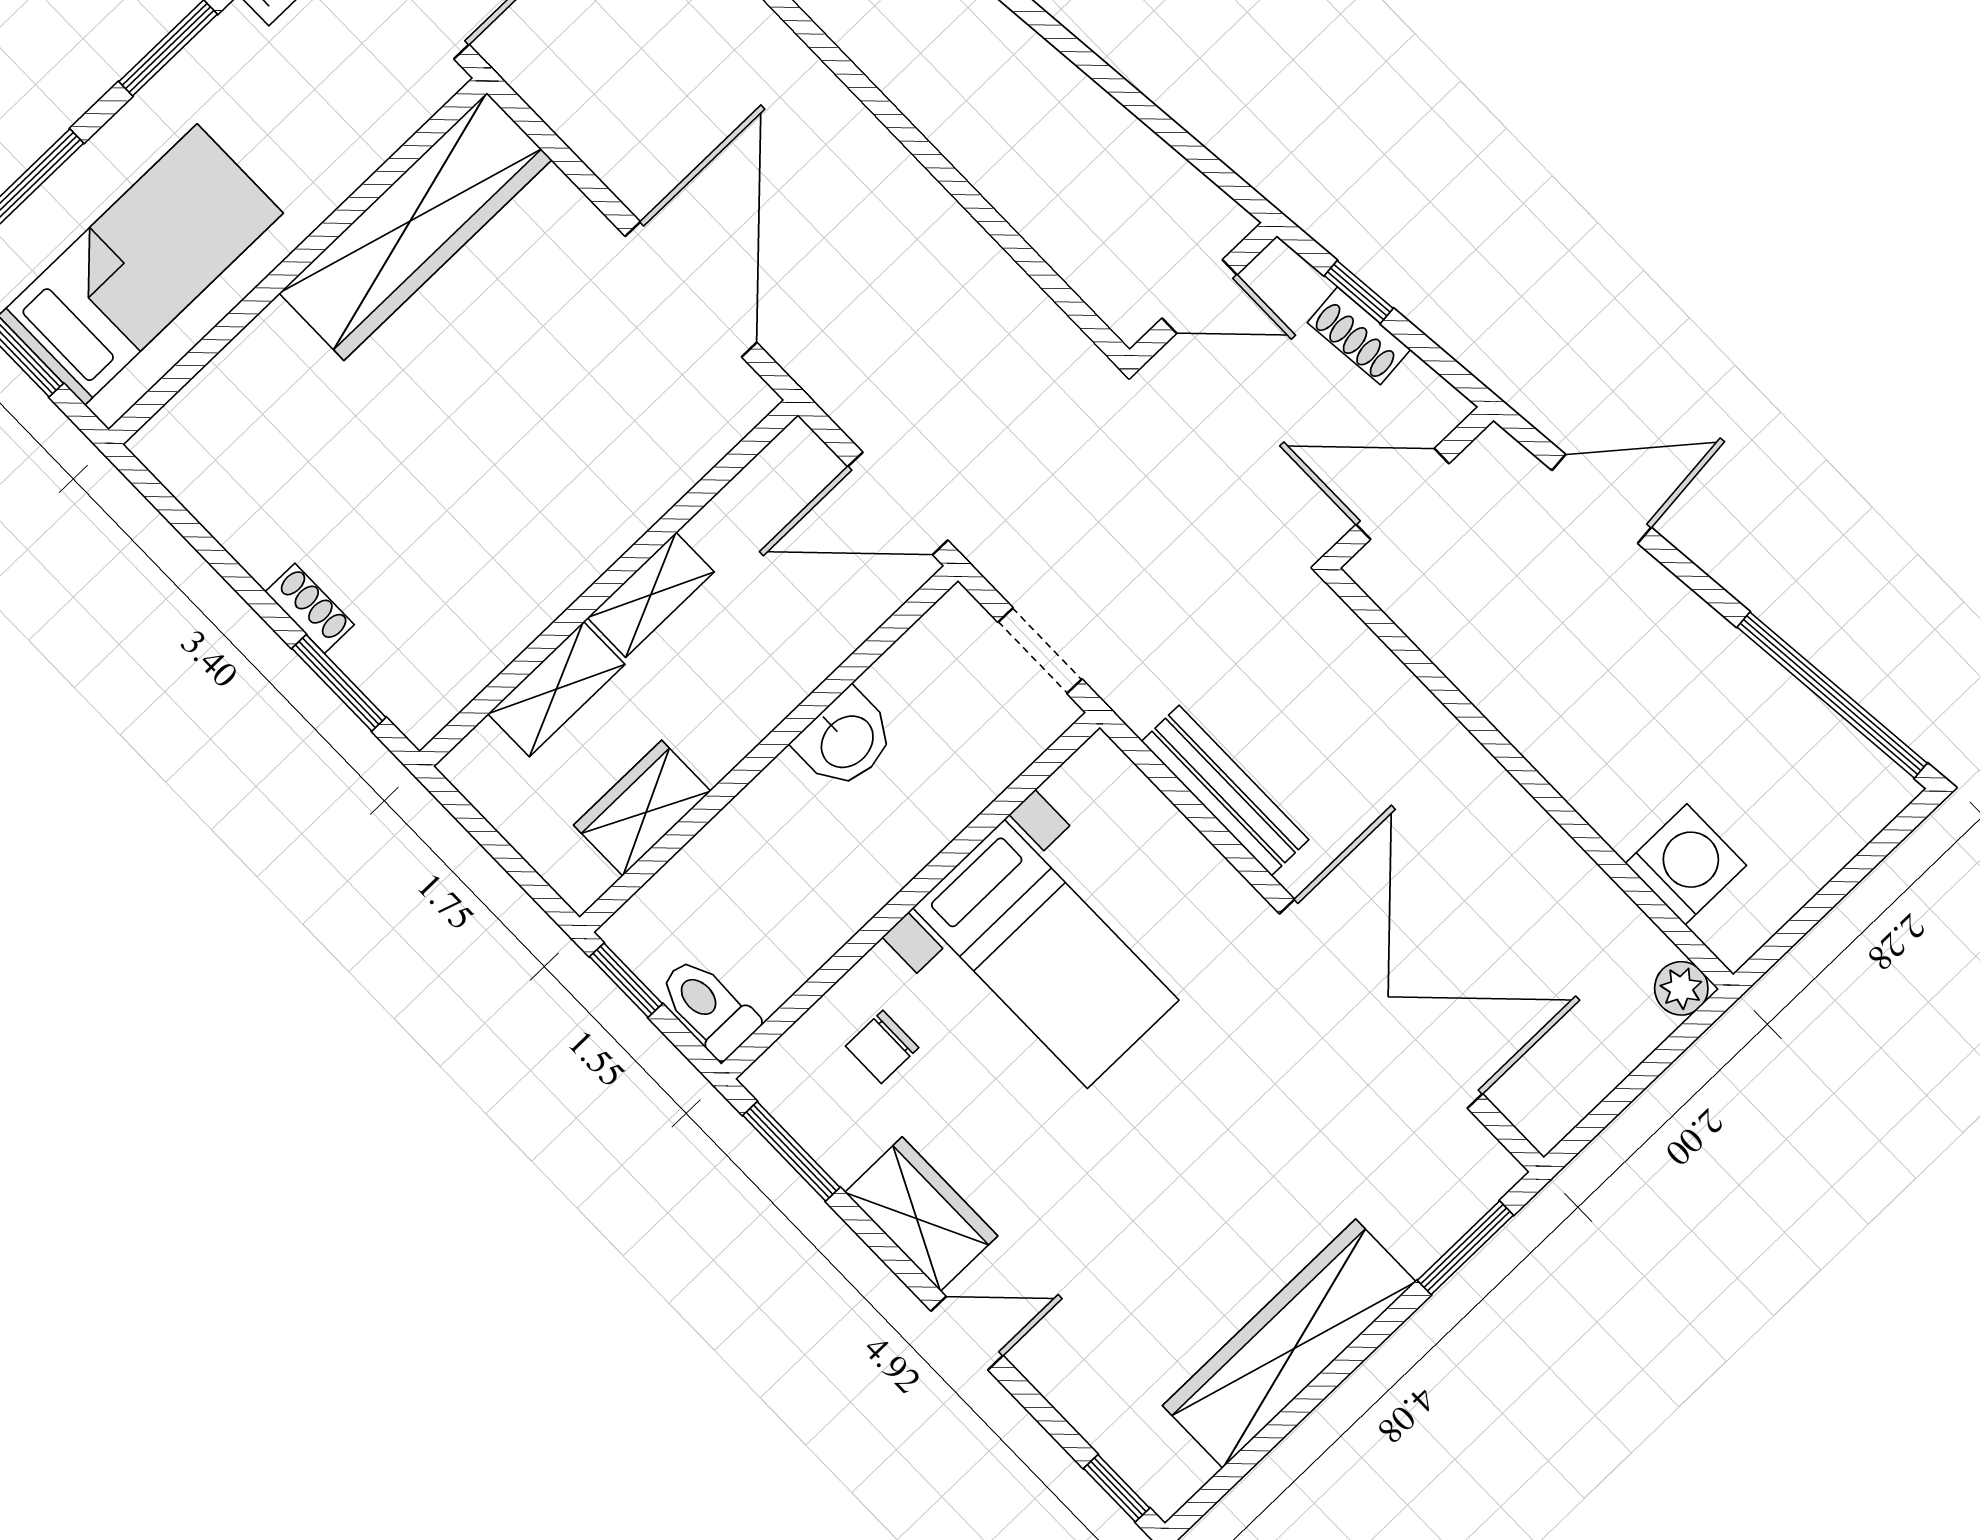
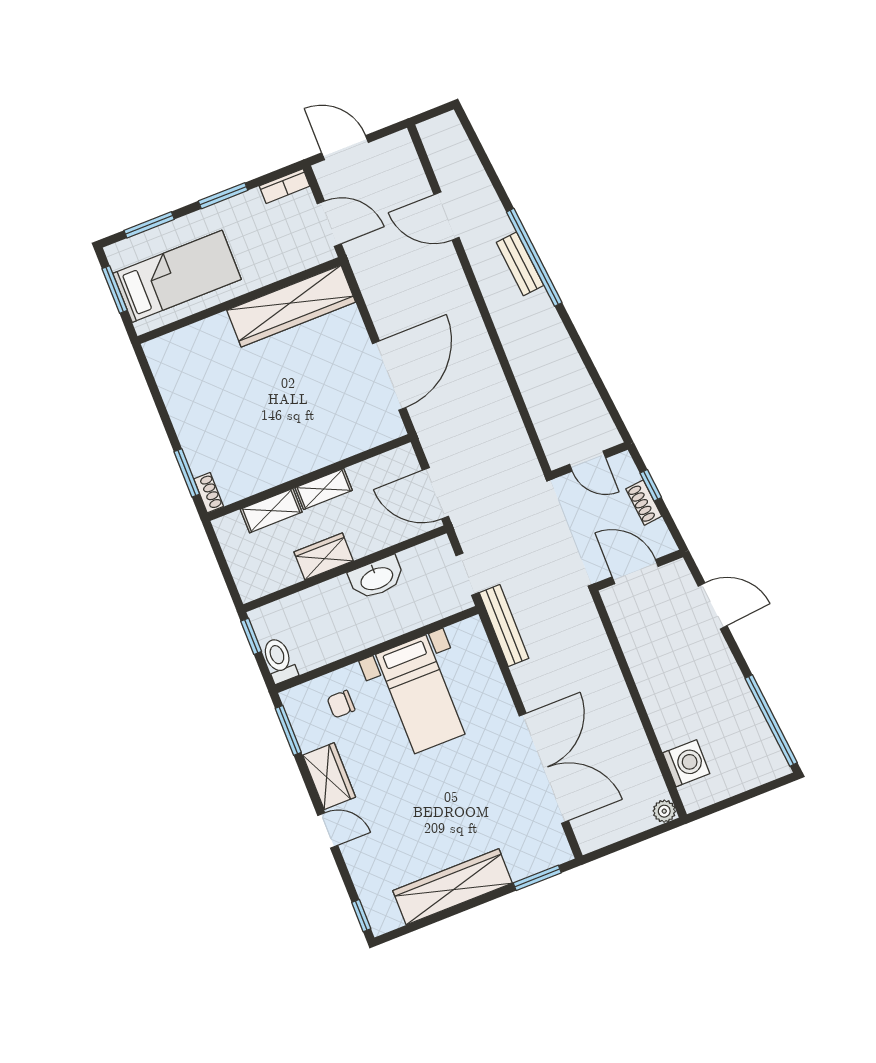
shoe rack: (310, 608) -> (209, 493), moved
washbasin: (846, 740) -> (376, 578), width x1.38
bench: (1225, 791) -> (504, 626), moved
wardrobe: (642, 808) -> (324, 556), moved

